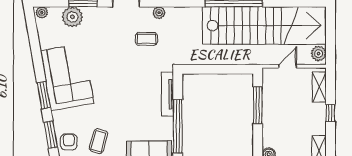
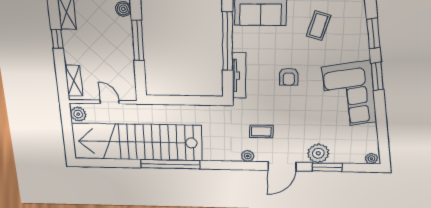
plant: (72, 17) -> (318, 153), moved
door: (288, 66) -> (110, 102), swing flipped
window: (258, 105) -> (138, 41), moved
window: (330, 113) -> (57, 39), moved
armchair: (69, 142) -> (289, 77), moved

